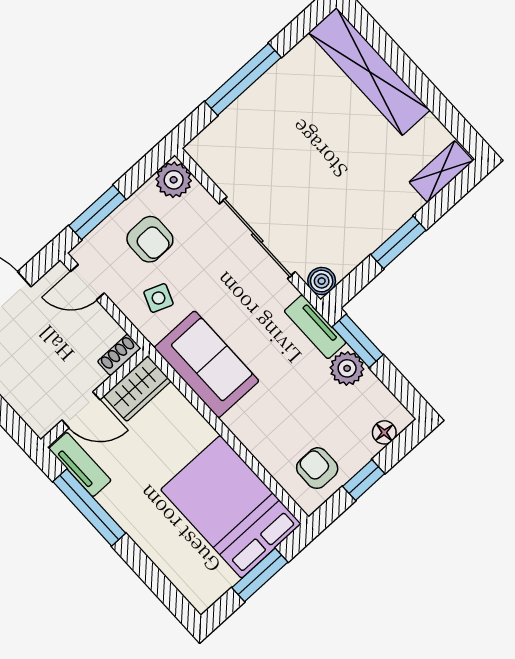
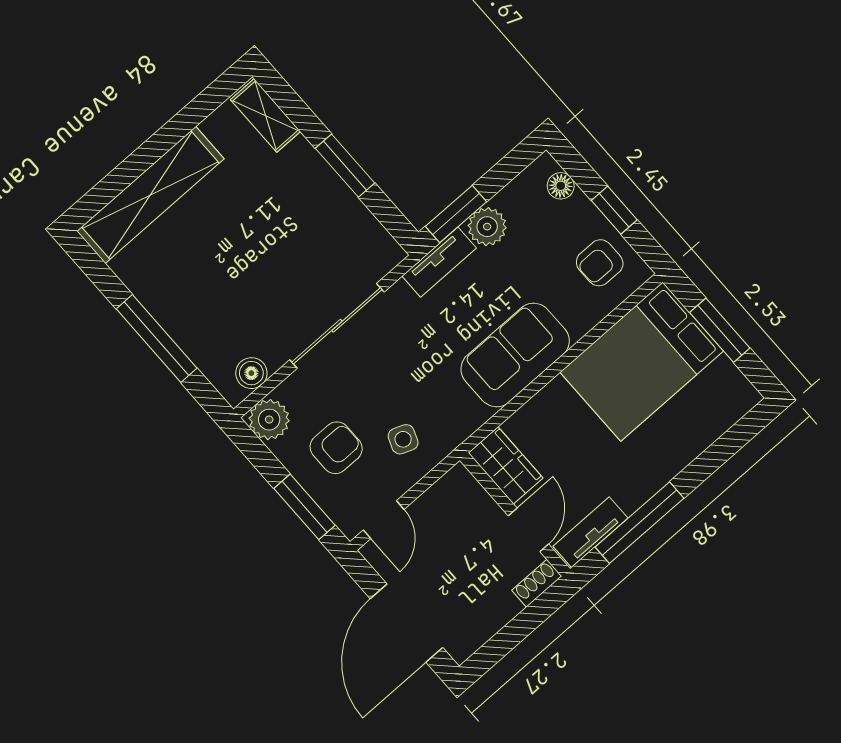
boiler: (322, 281) -> (251, 373), moved
shoe rack: (119, 355) -> (537, 583), moved, turned 90
sofa: (206, 364) -> (515, 355), moved

